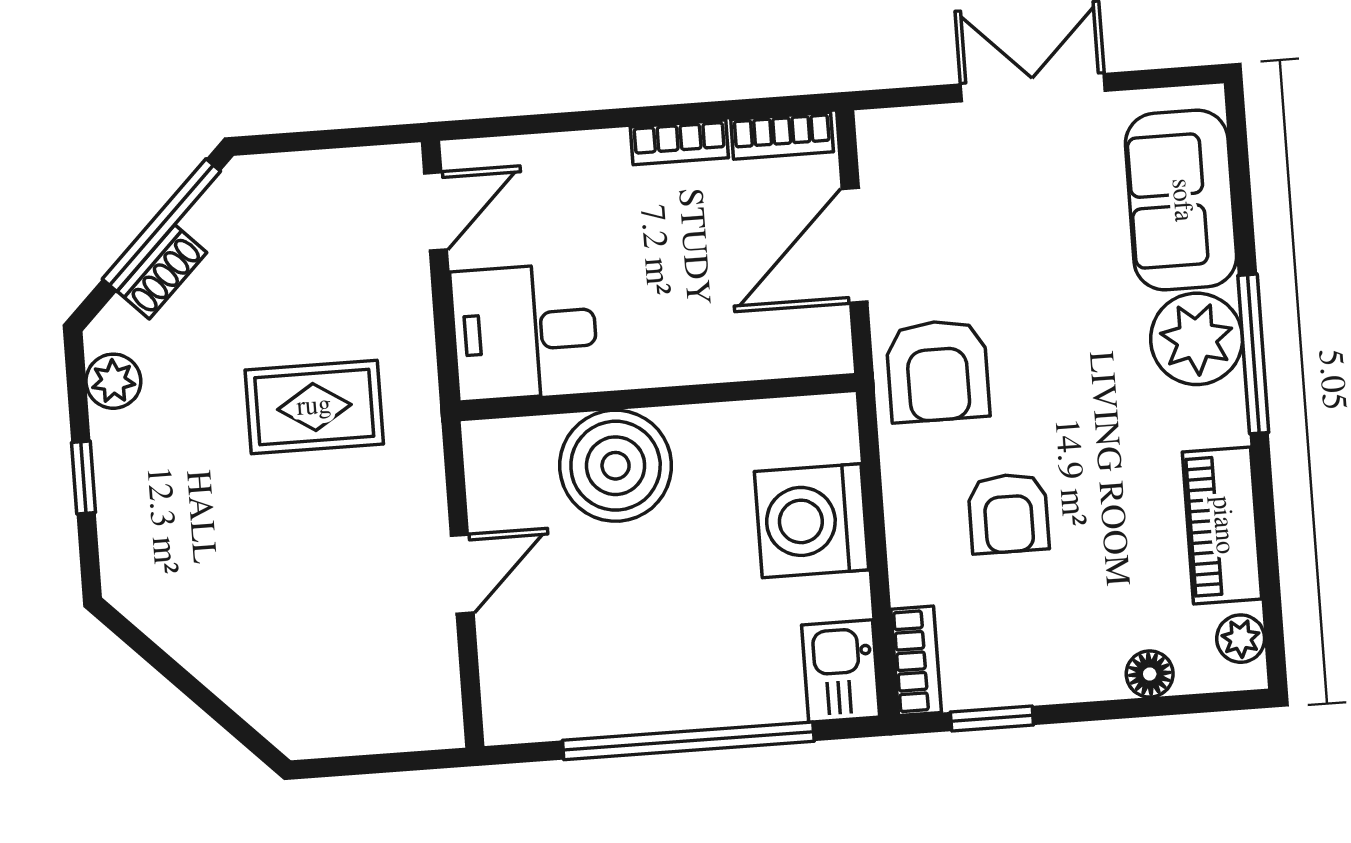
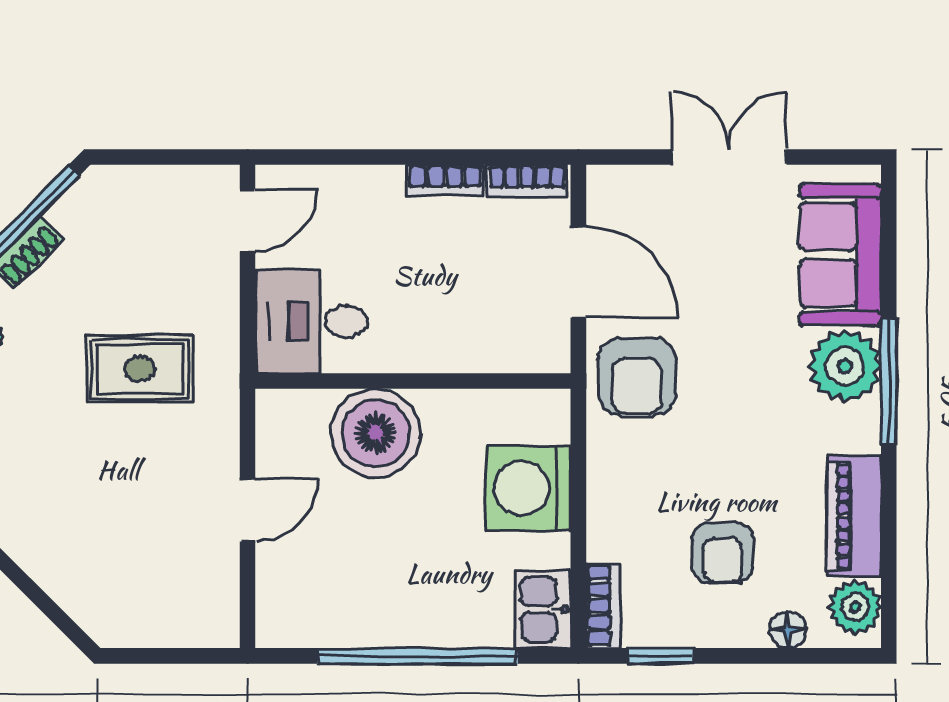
door: (855, 245) -> (578, 272), swing flipped
armchair: (1008, 513) -> (723, 553), moved
plant: (1241, 639) -> (855, 607), width x1.38, depth x1.38

